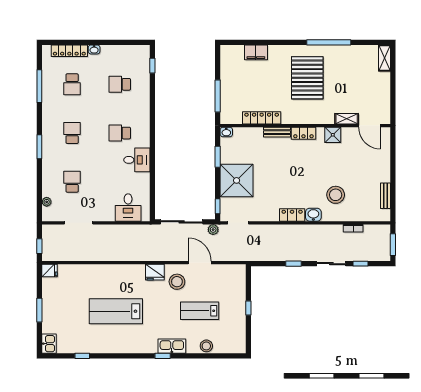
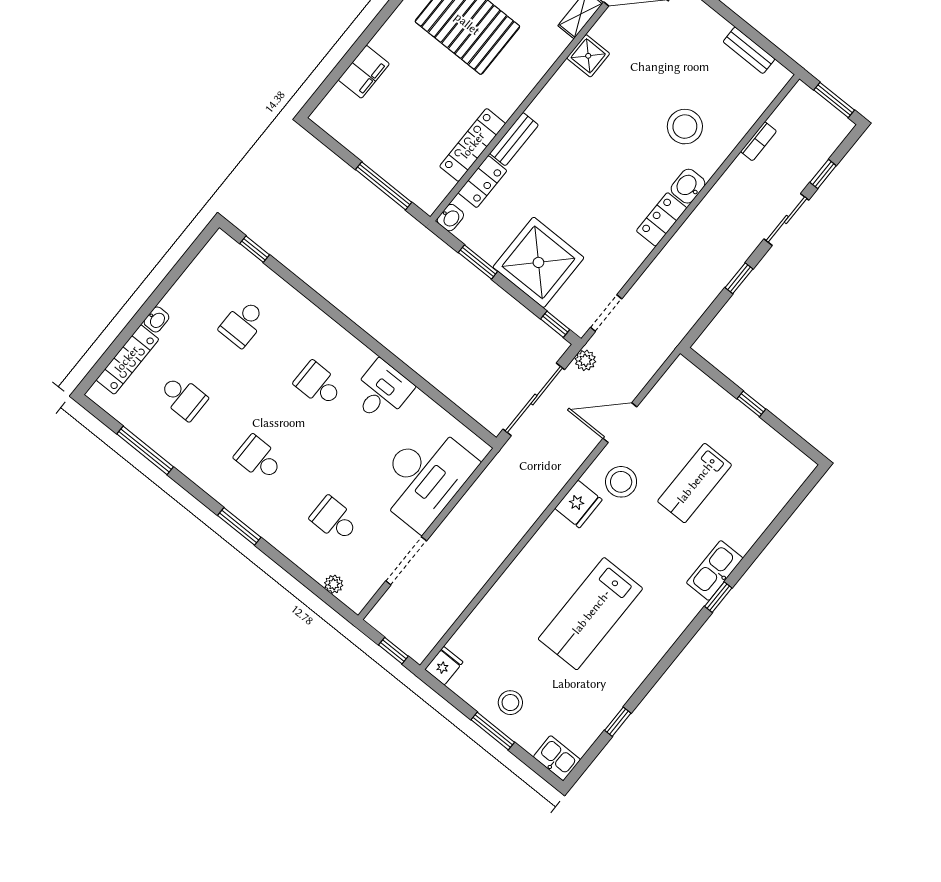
school desk: (120, 133) -> (318, 384), turned 90
locker: (303, 133) -> (482, 182), moved
desk: (128, 208) -> (424, 477), width x1.87, depth x1.30
stool: (206, 346) -> (510, 703), moved

